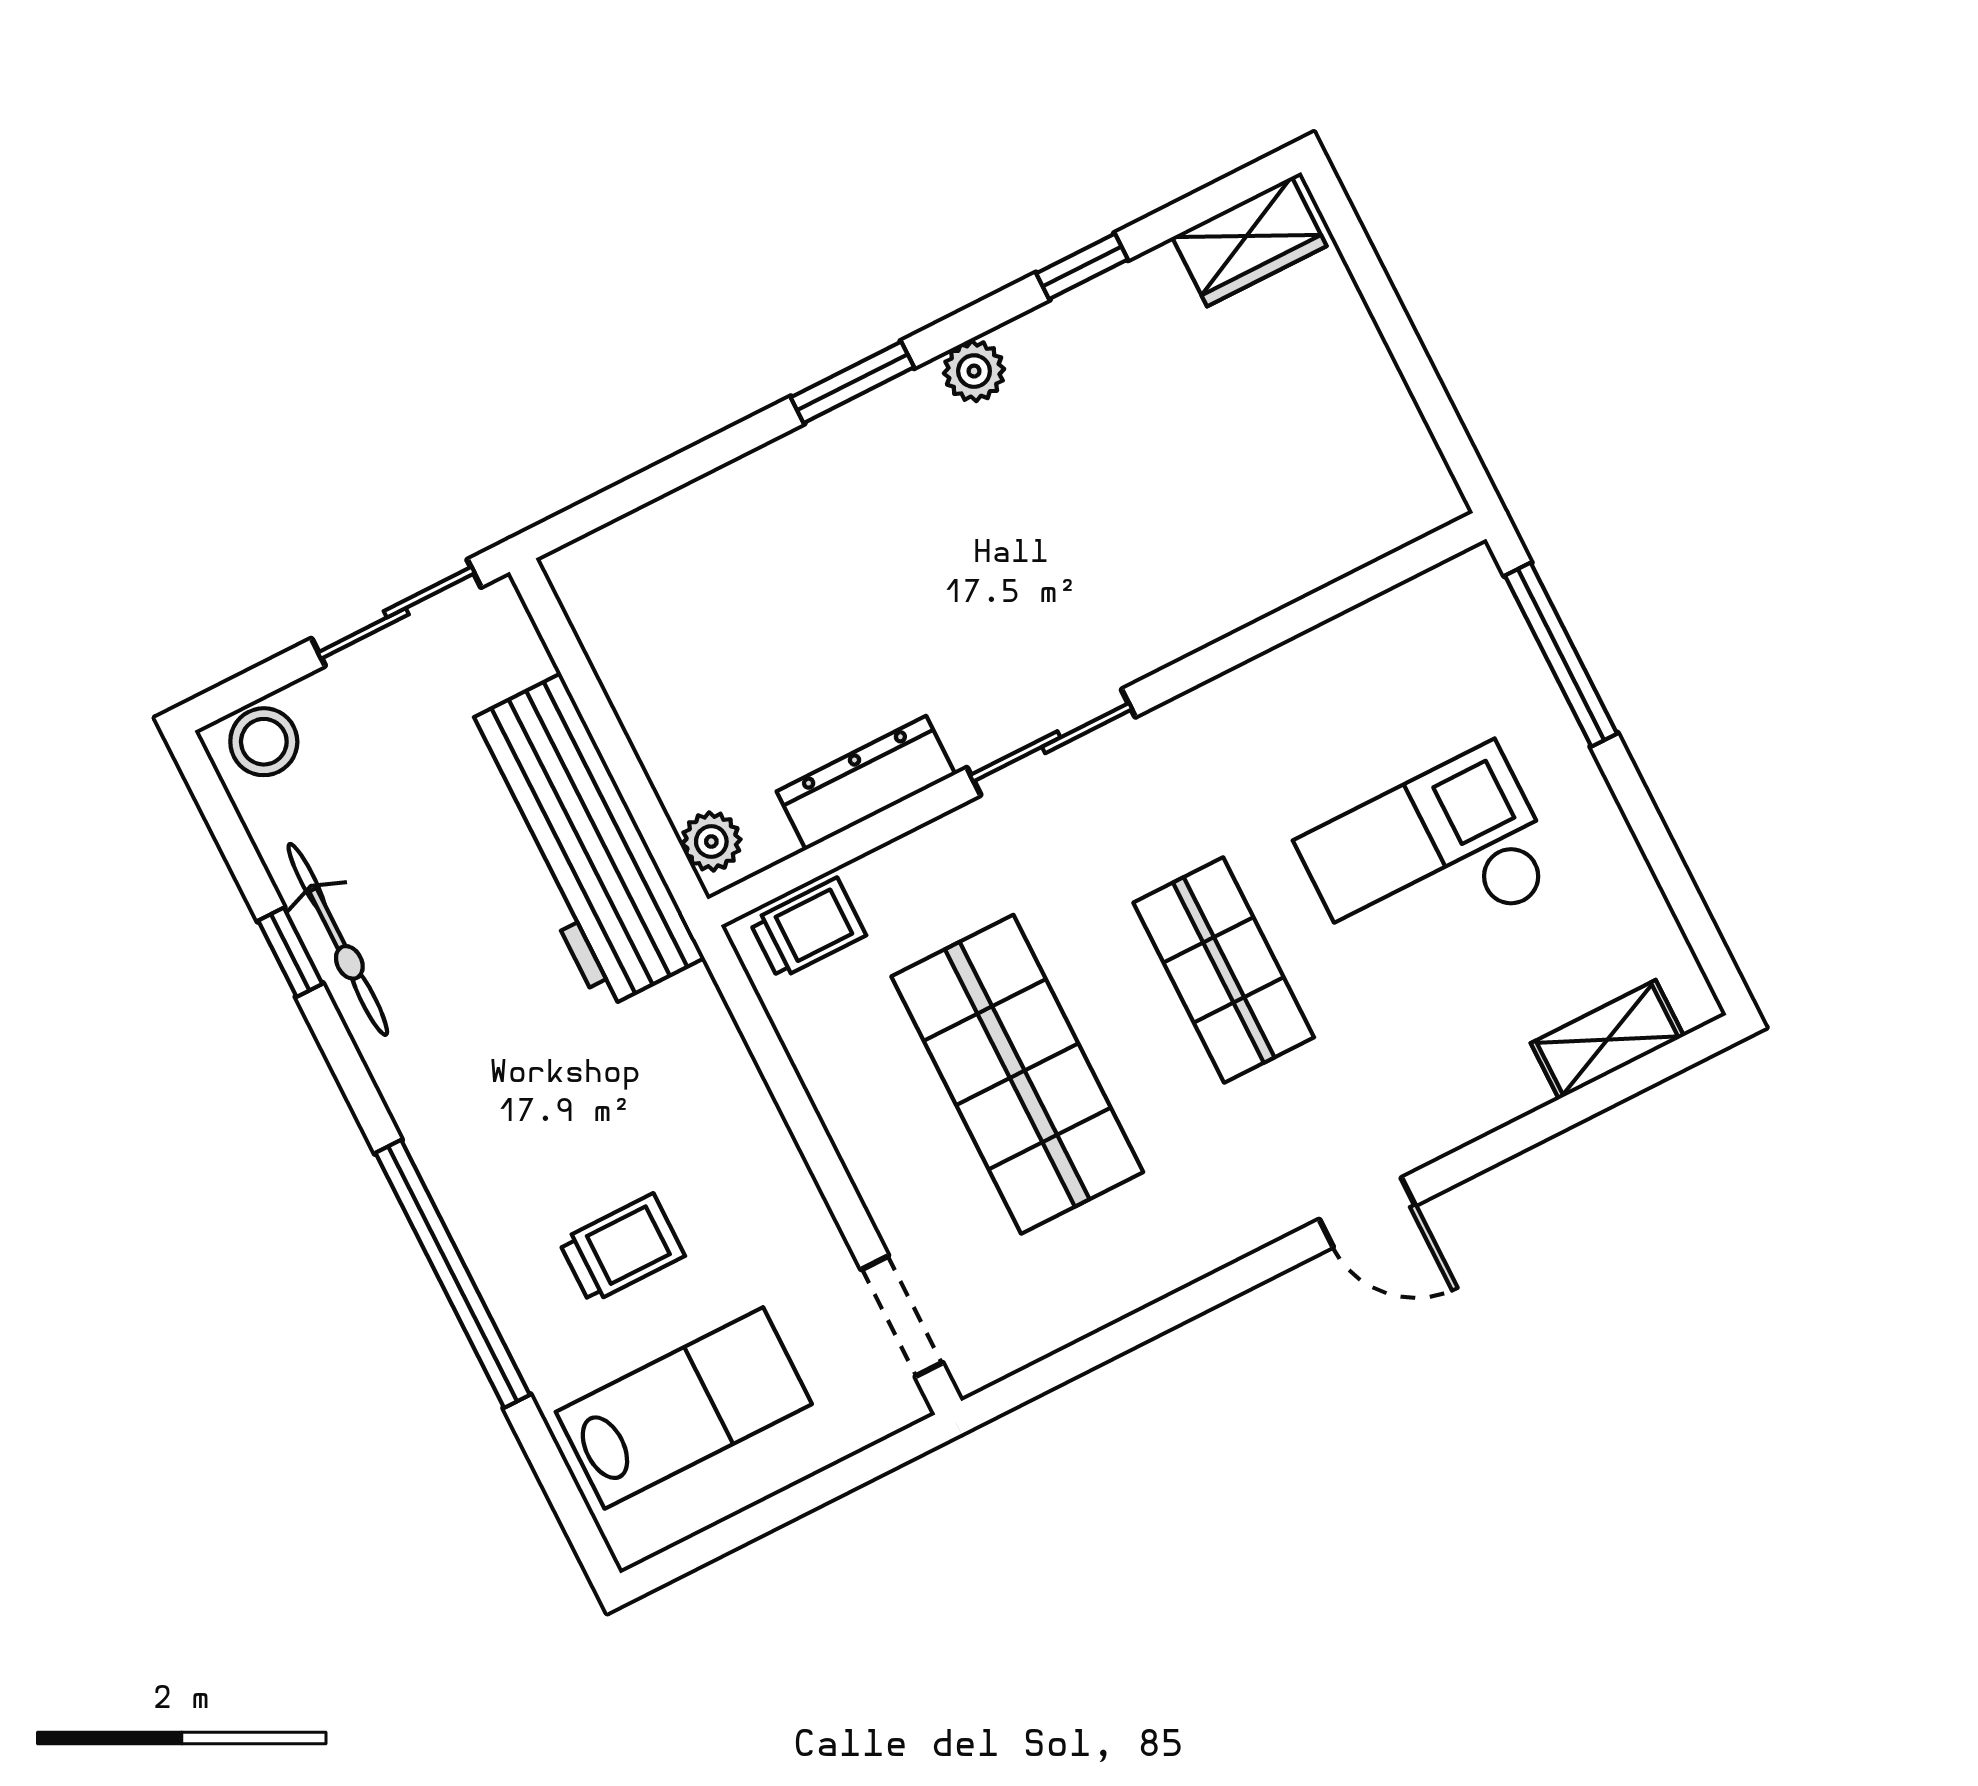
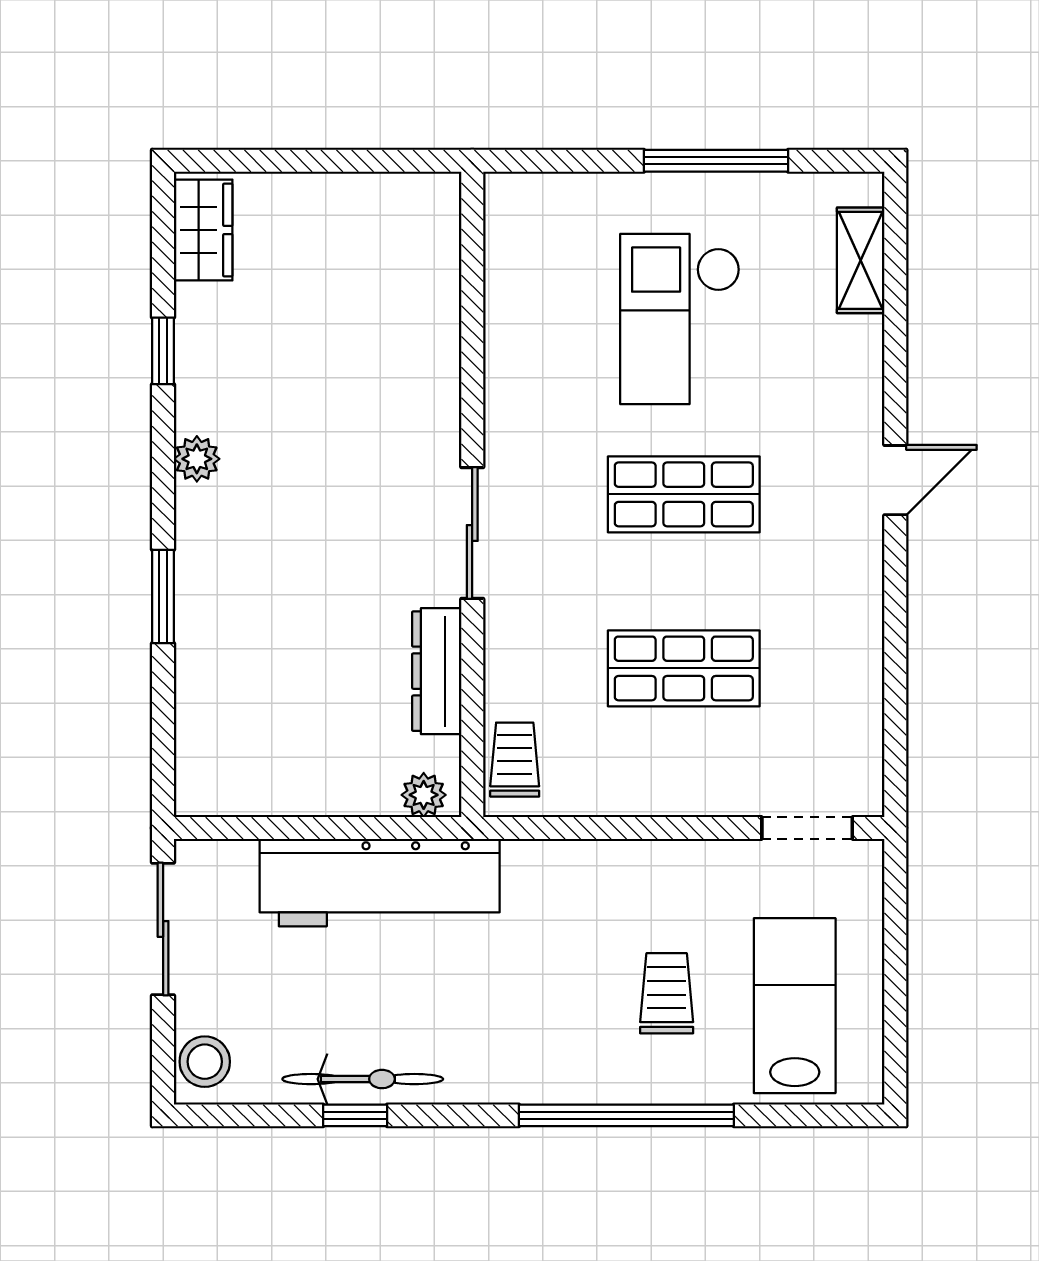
window: (852, 382) -> (163, 597), moved
window: (1561, 655) -> (716, 161), moved
shop shelf: (1017, 1074) -> (684, 668), width x0.70, depth x0.74

